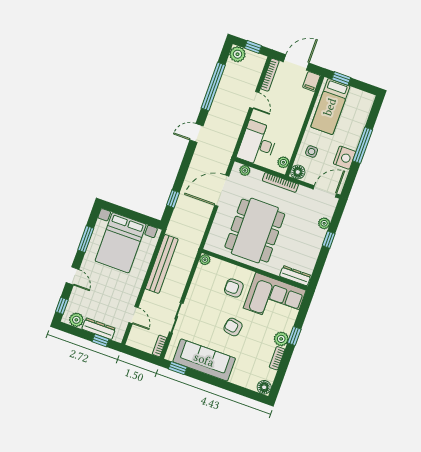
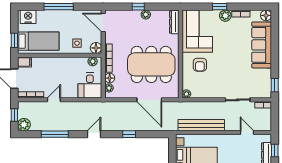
window: (213, 87) -> (55, 134), width x0.68
door: (197, 133) -> (94, 134), swing flipped
desk: (258, 144) -> (90, 86), width x0.73
nightstand: (344, 158) -> (28, 17), moved
floor lamp: (256, 175) -> (110, 78), added
door: (222, 191) -> (149, 100), moved
window: (173, 199) -> (129, 134), moved
plant: (324, 223) -> (146, 15), moved
door: (134, 315) -> (247, 133), hinge flipped
armchair: (233, 327) -> (229, 55), removed
sofa: (204, 360) -> (262, 45), moved

